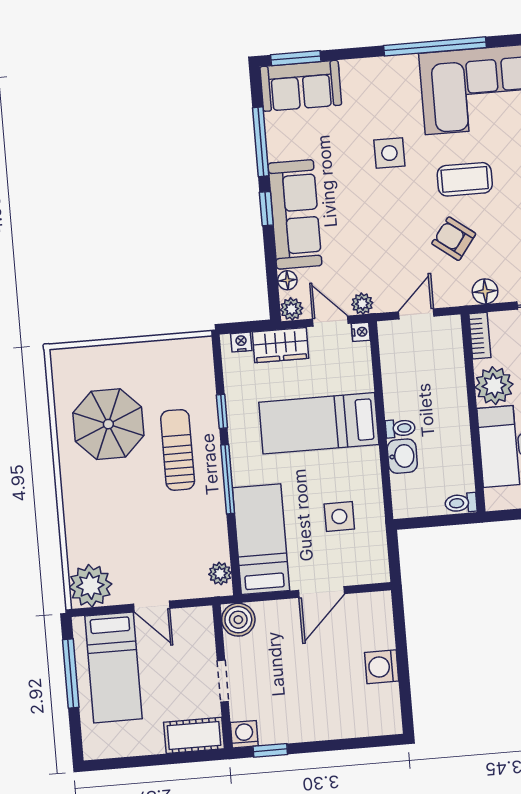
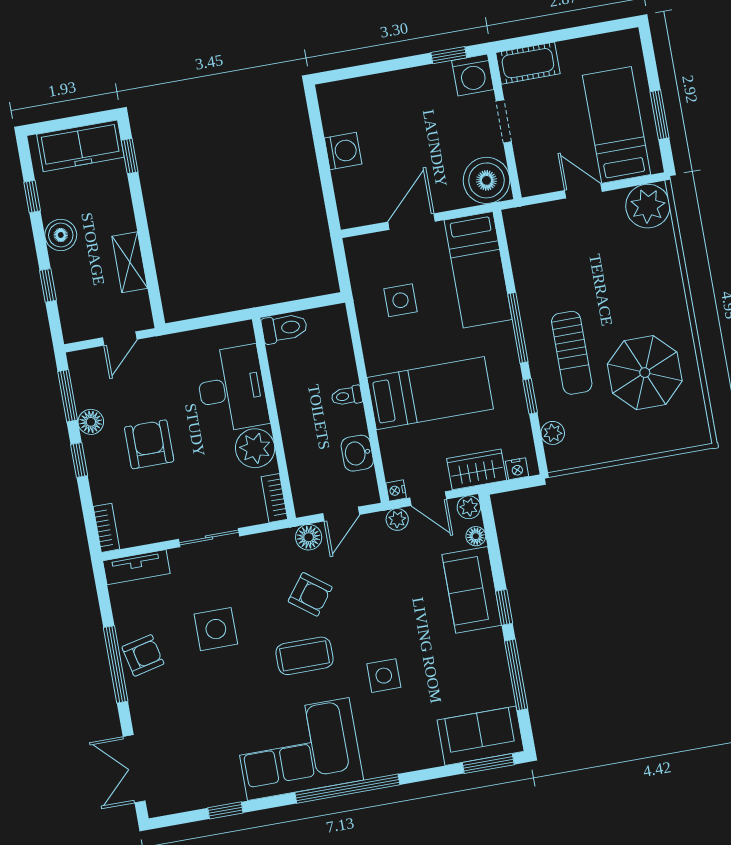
sofa: (295, 214) -> (472, 590), width x0.73
floor lamp: (485, 291) -> (309, 537), moved
washbasin: (402, 456) -> (357, 453), moved
toilet: (461, 503) -> (284, 328), width x1.37, depth x1.39
plant: (220, 574) -> (553, 433), moved
boiler: (238, 620) -> (486, 180), width x1.37, depth x1.37
window: (71, 674) -> (660, 115), width x0.69
washing machine: (244, 734) -> (473, 75), width x1.38, depth x1.38

